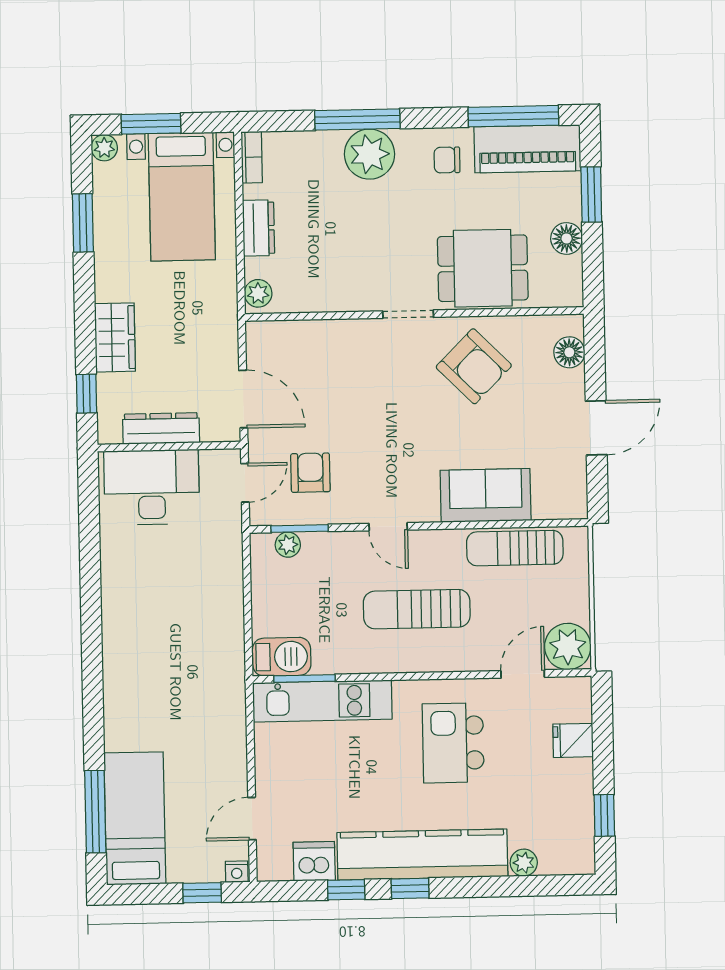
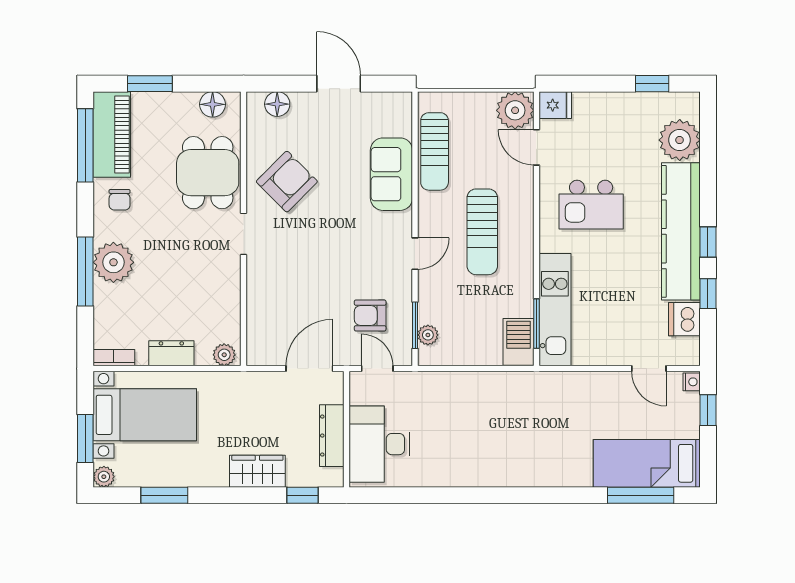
floor lamp: (567, 238) -> (213, 104), moved
fridge: (573, 740) -> (555, 105), moved, turned -90
plant: (524, 863) -> (680, 140), width x1.87, depth x1.87

